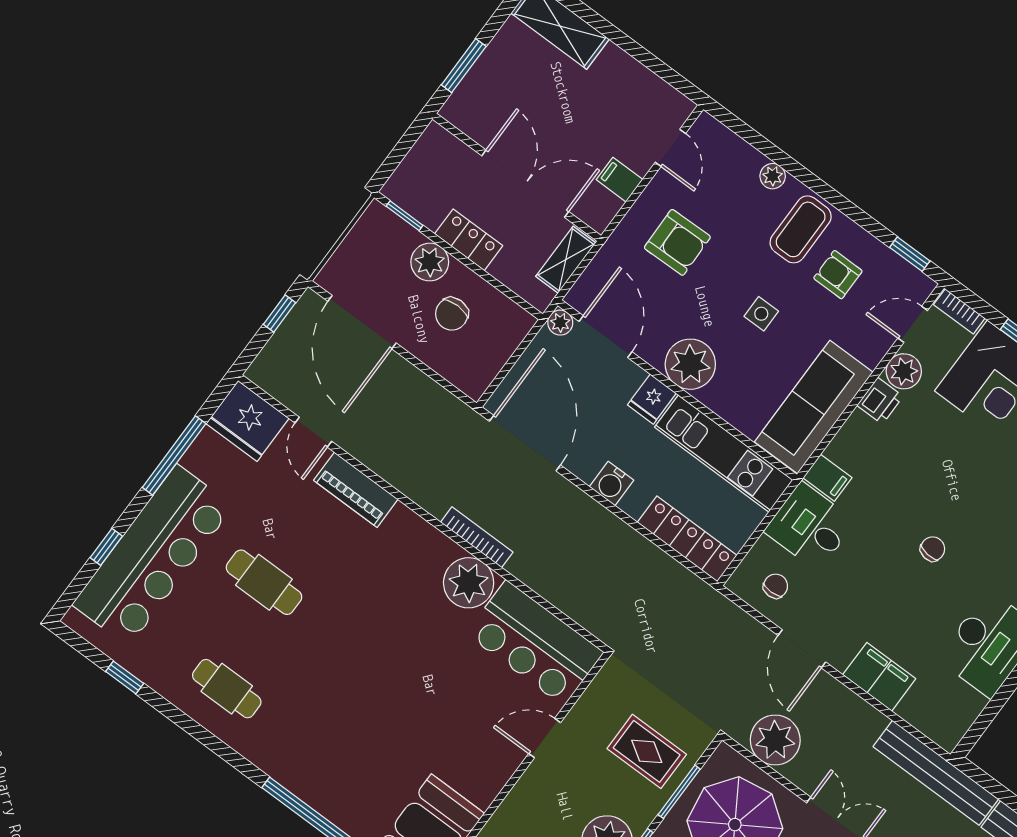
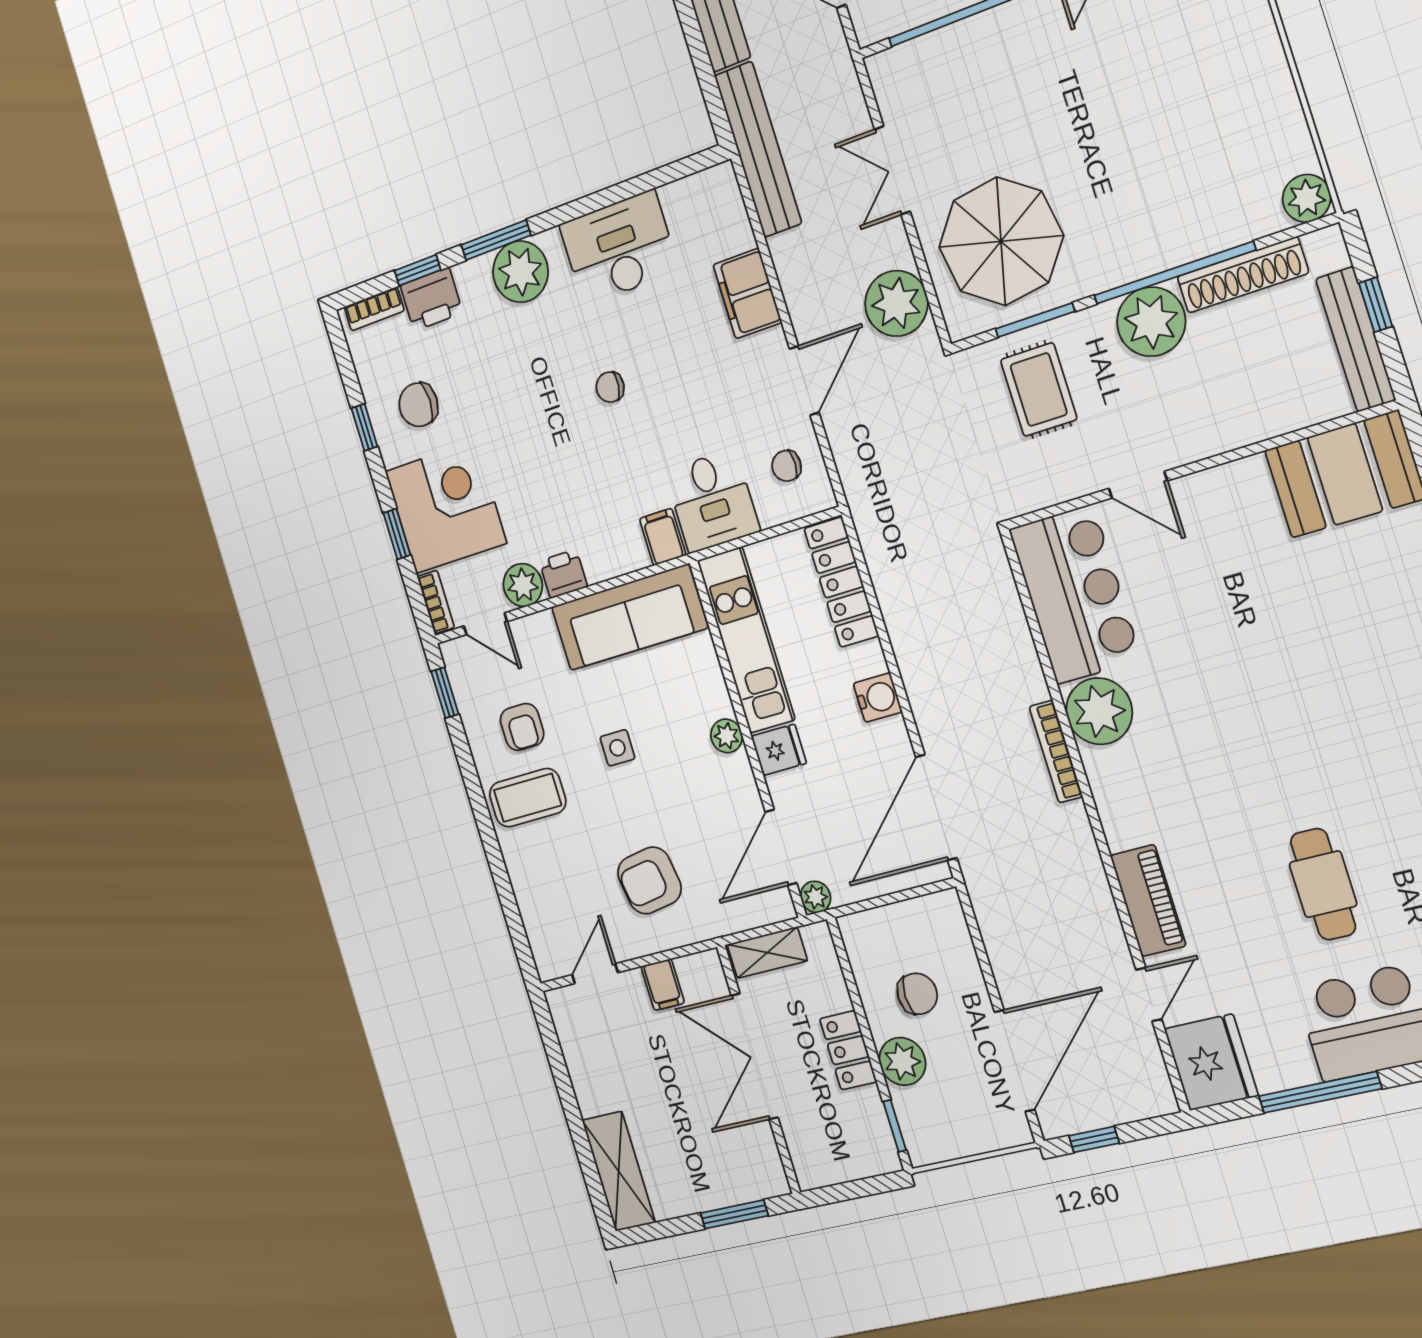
plant: (773, 176) -> (520, 869), removed
armchair: (677, 242) -> (649, 880), turned -98
plant: (690, 364) -> (727, 736), width x0.53, depth x0.53

